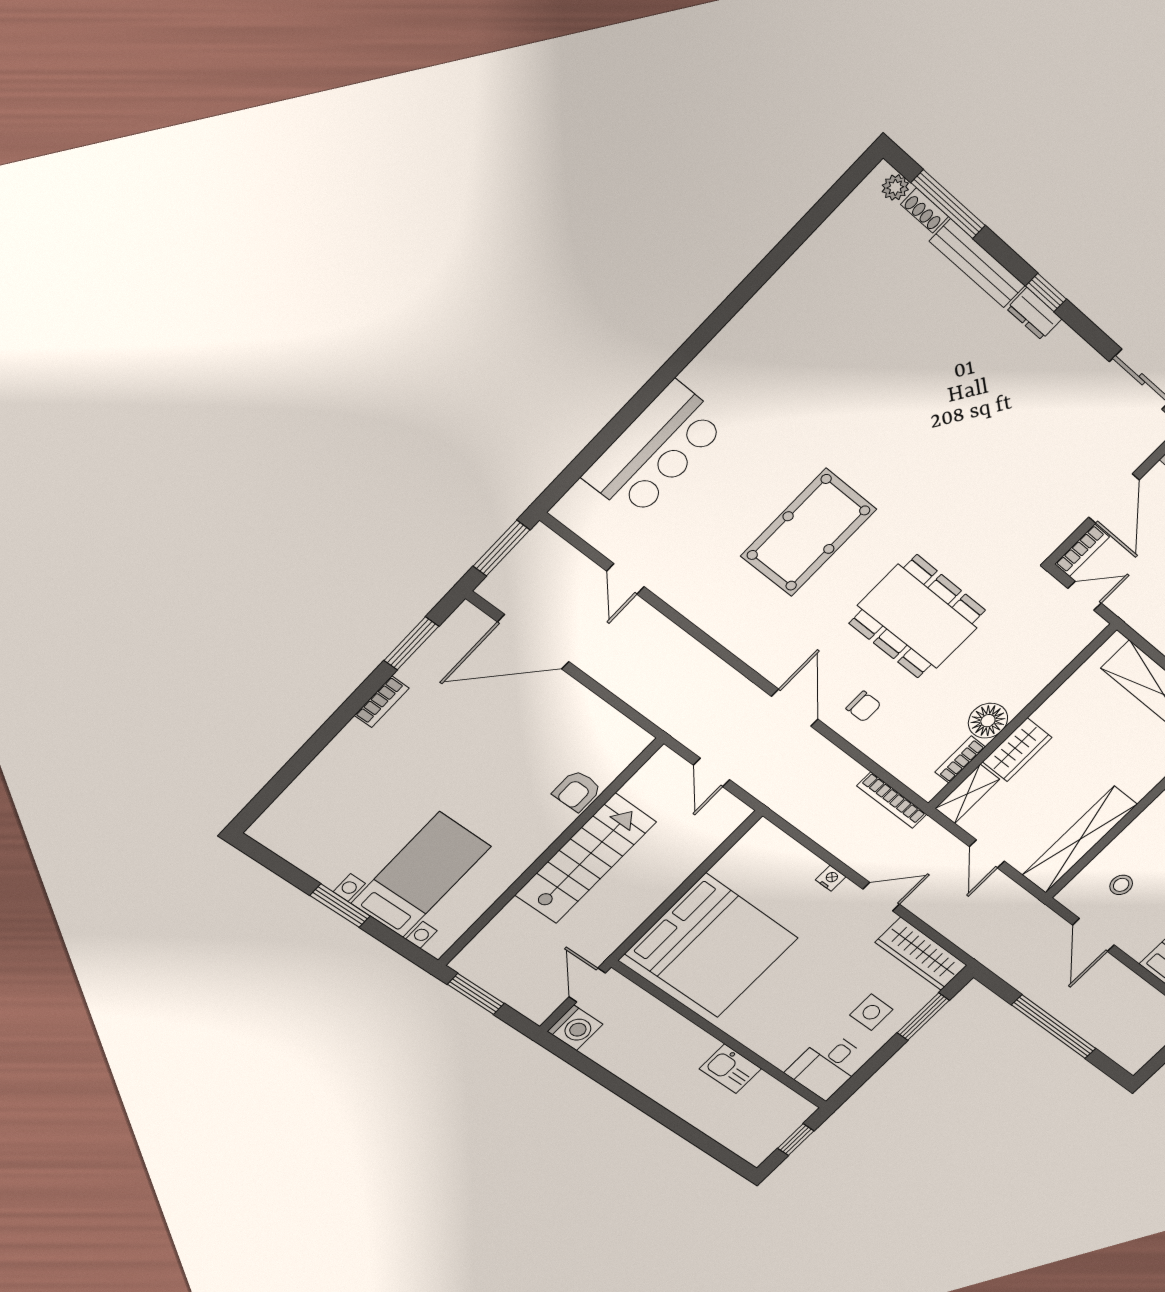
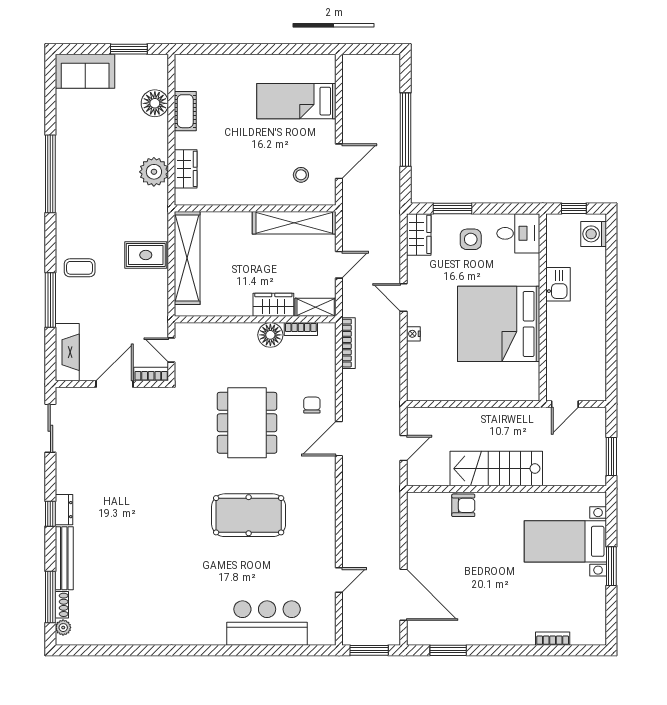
bookcase: (382, 702) -> (553, 639), moved
bed: (712, 946) -> (499, 324), moved, turned -90
wardrobe: (921, 954) -> (419, 234), width x0.67
washing machine: (575, 1028) -> (594, 234), moved, turned -90

